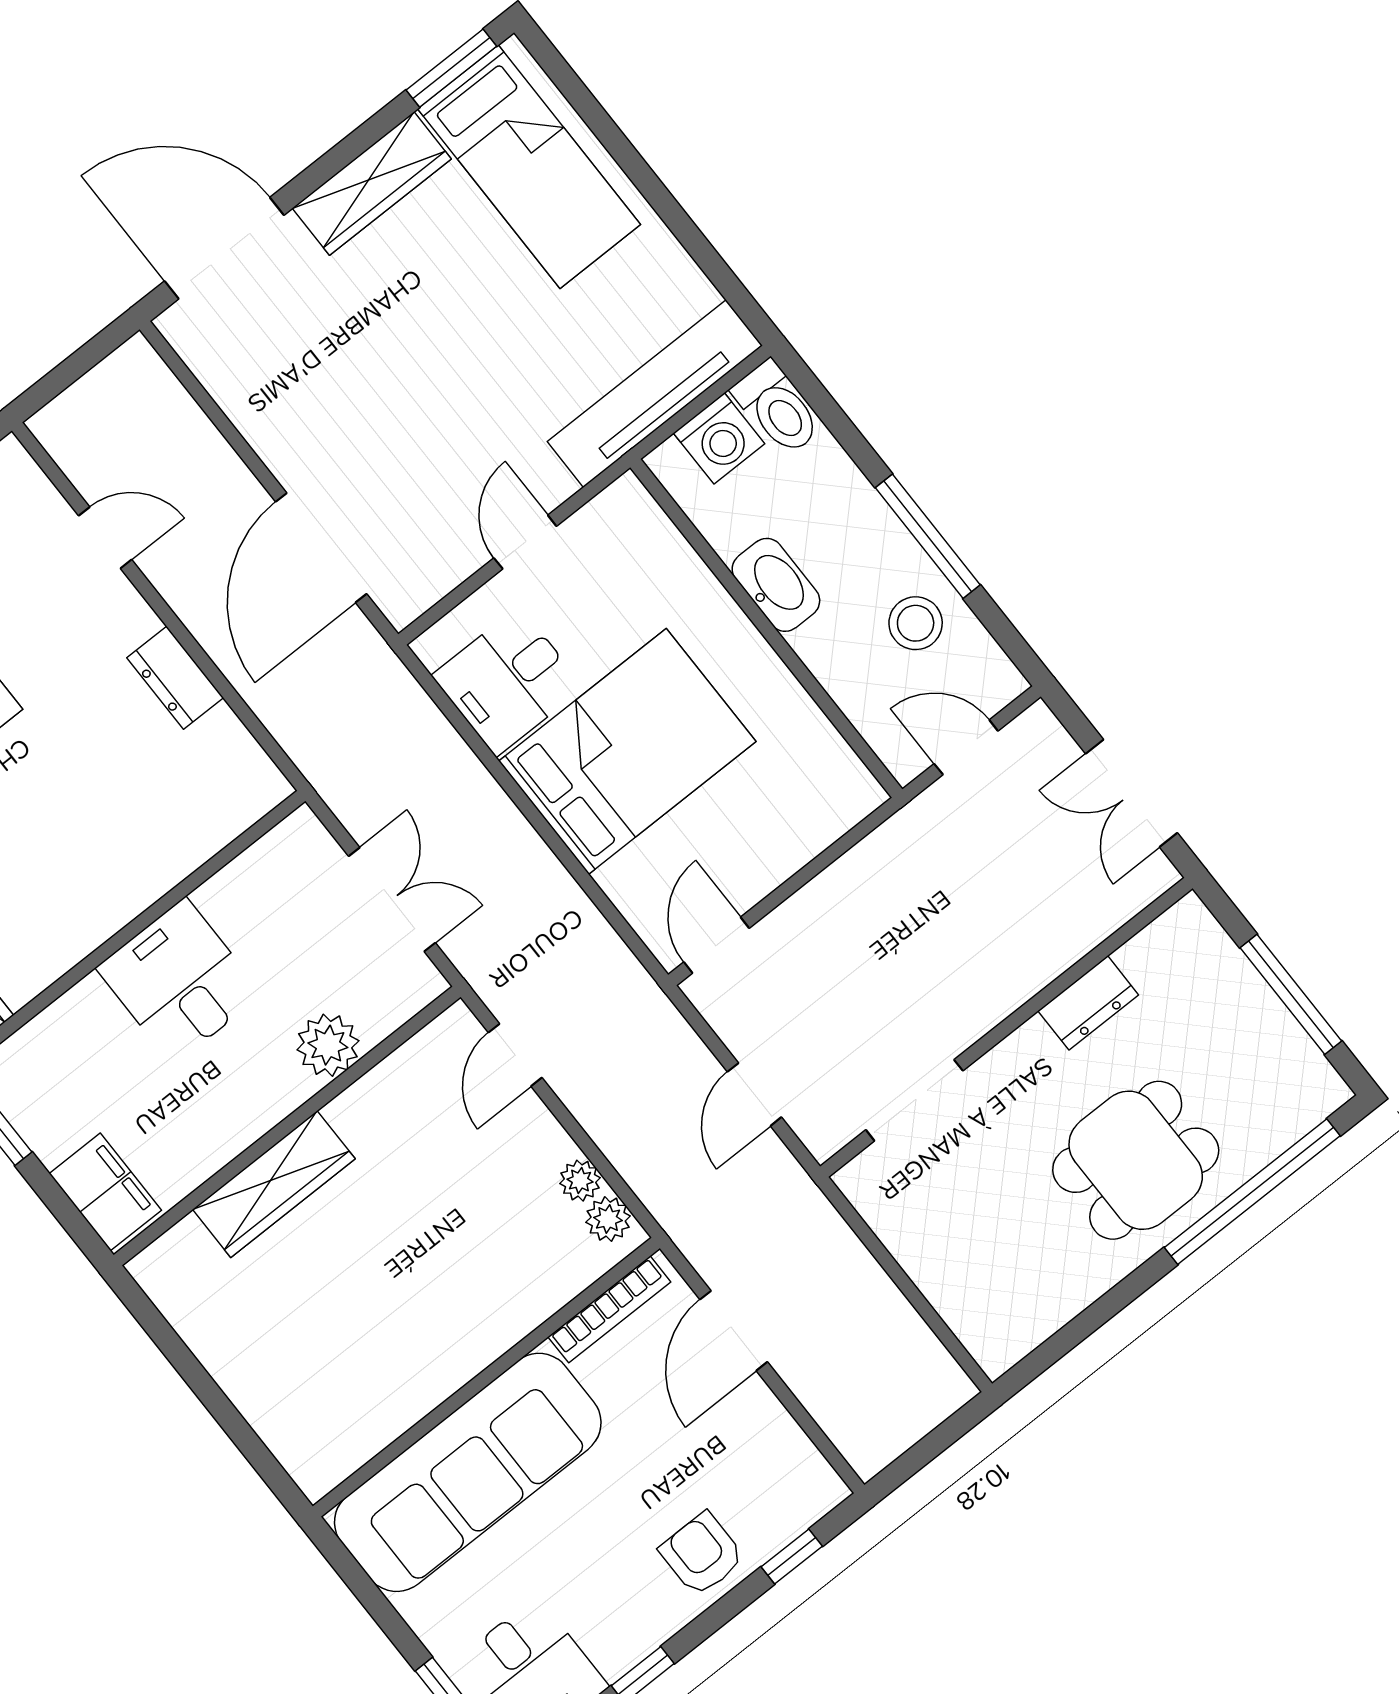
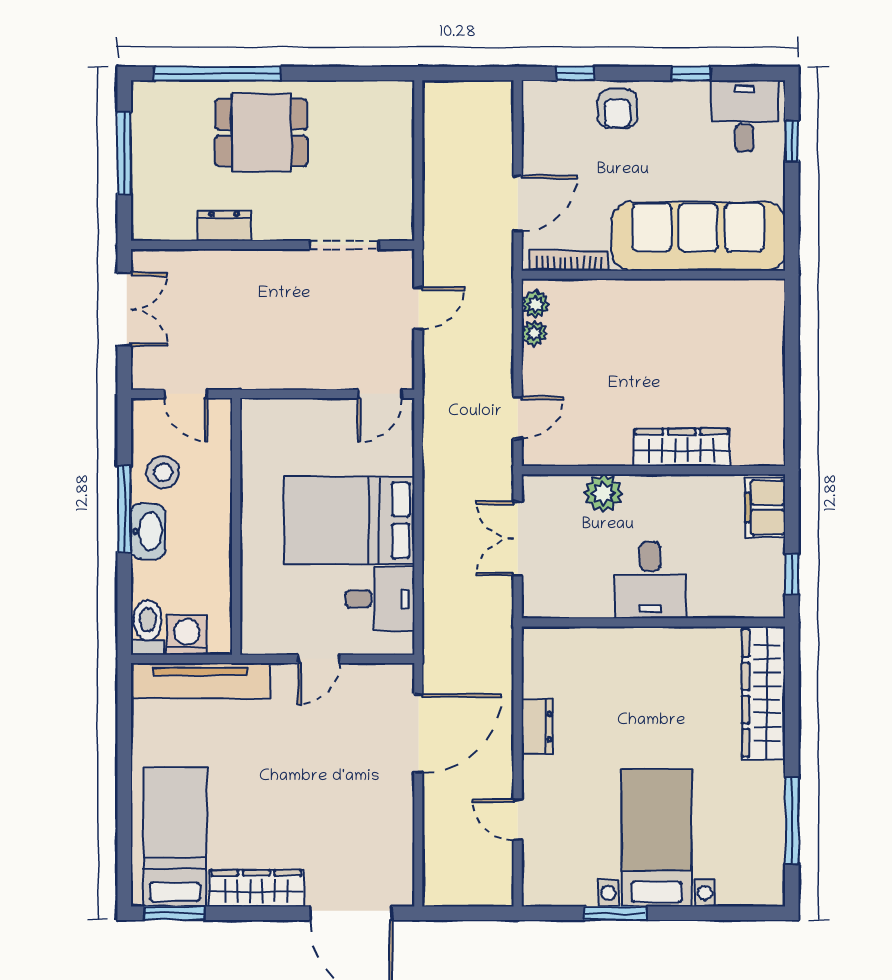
washbasin: (776, 585) -> (148, 531), moved, turned 180

